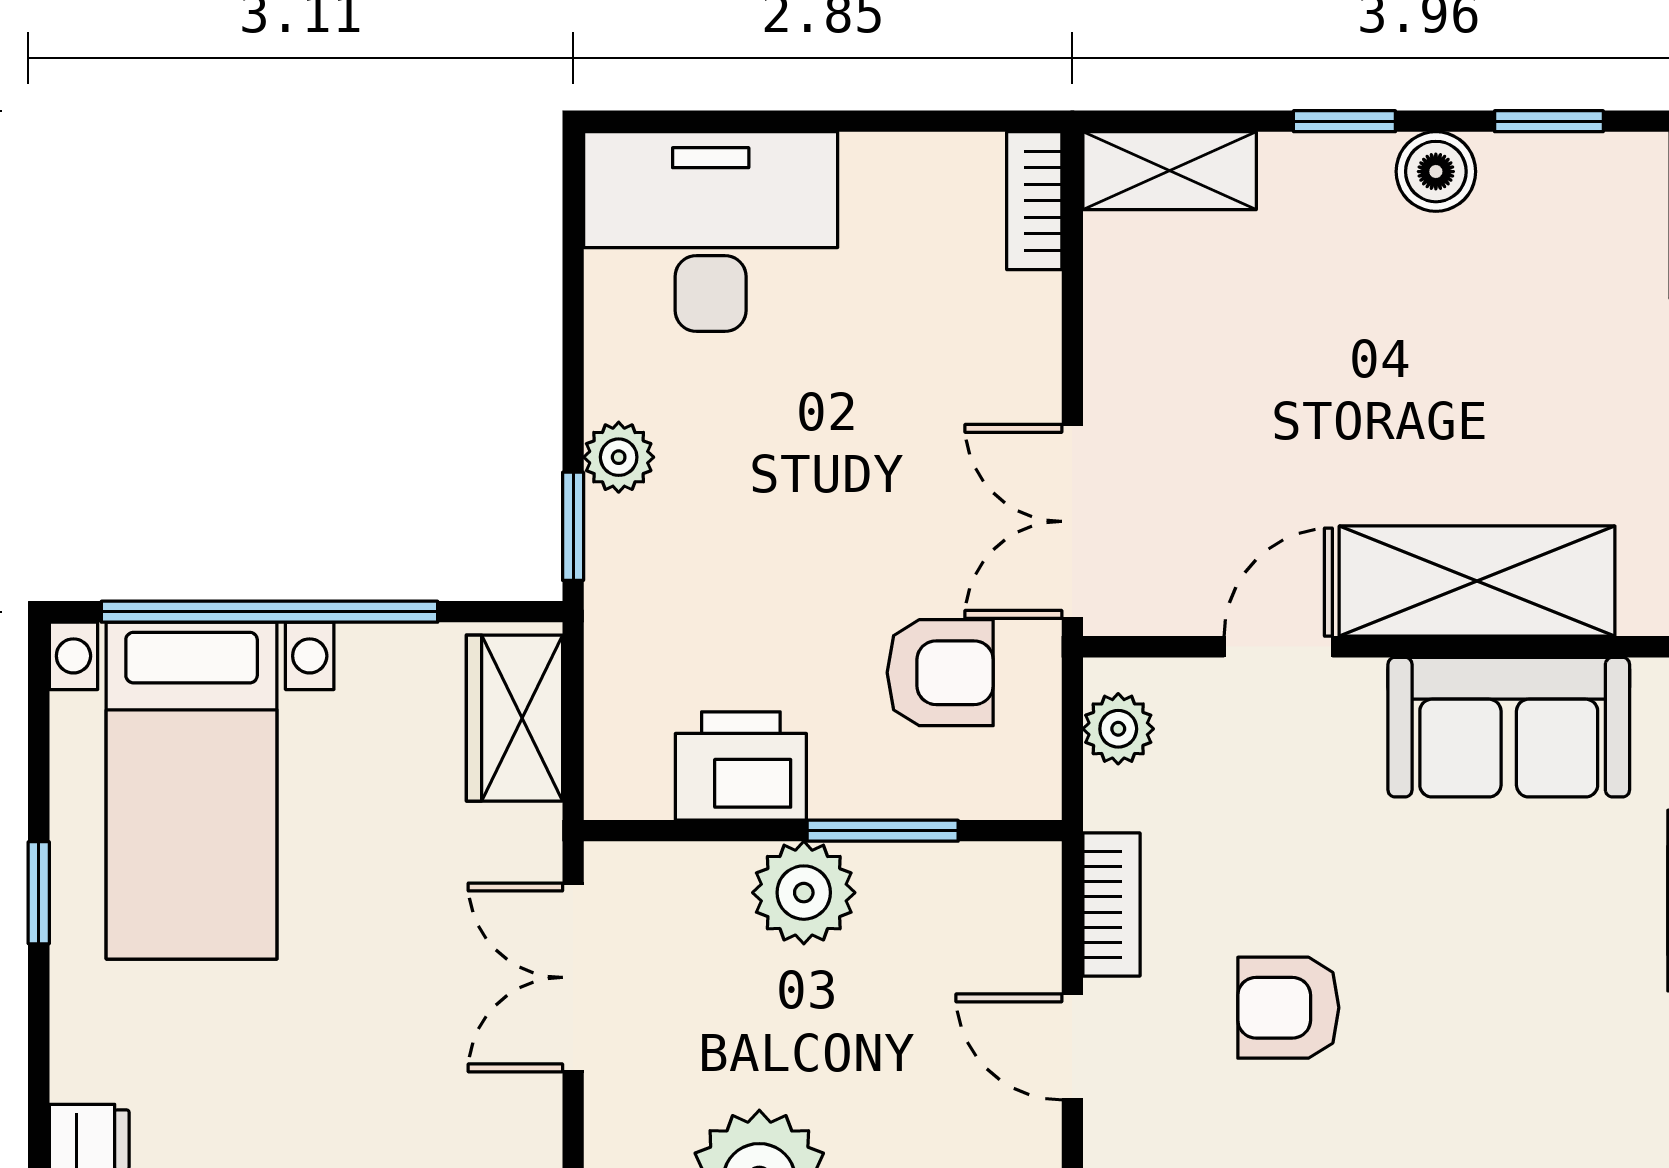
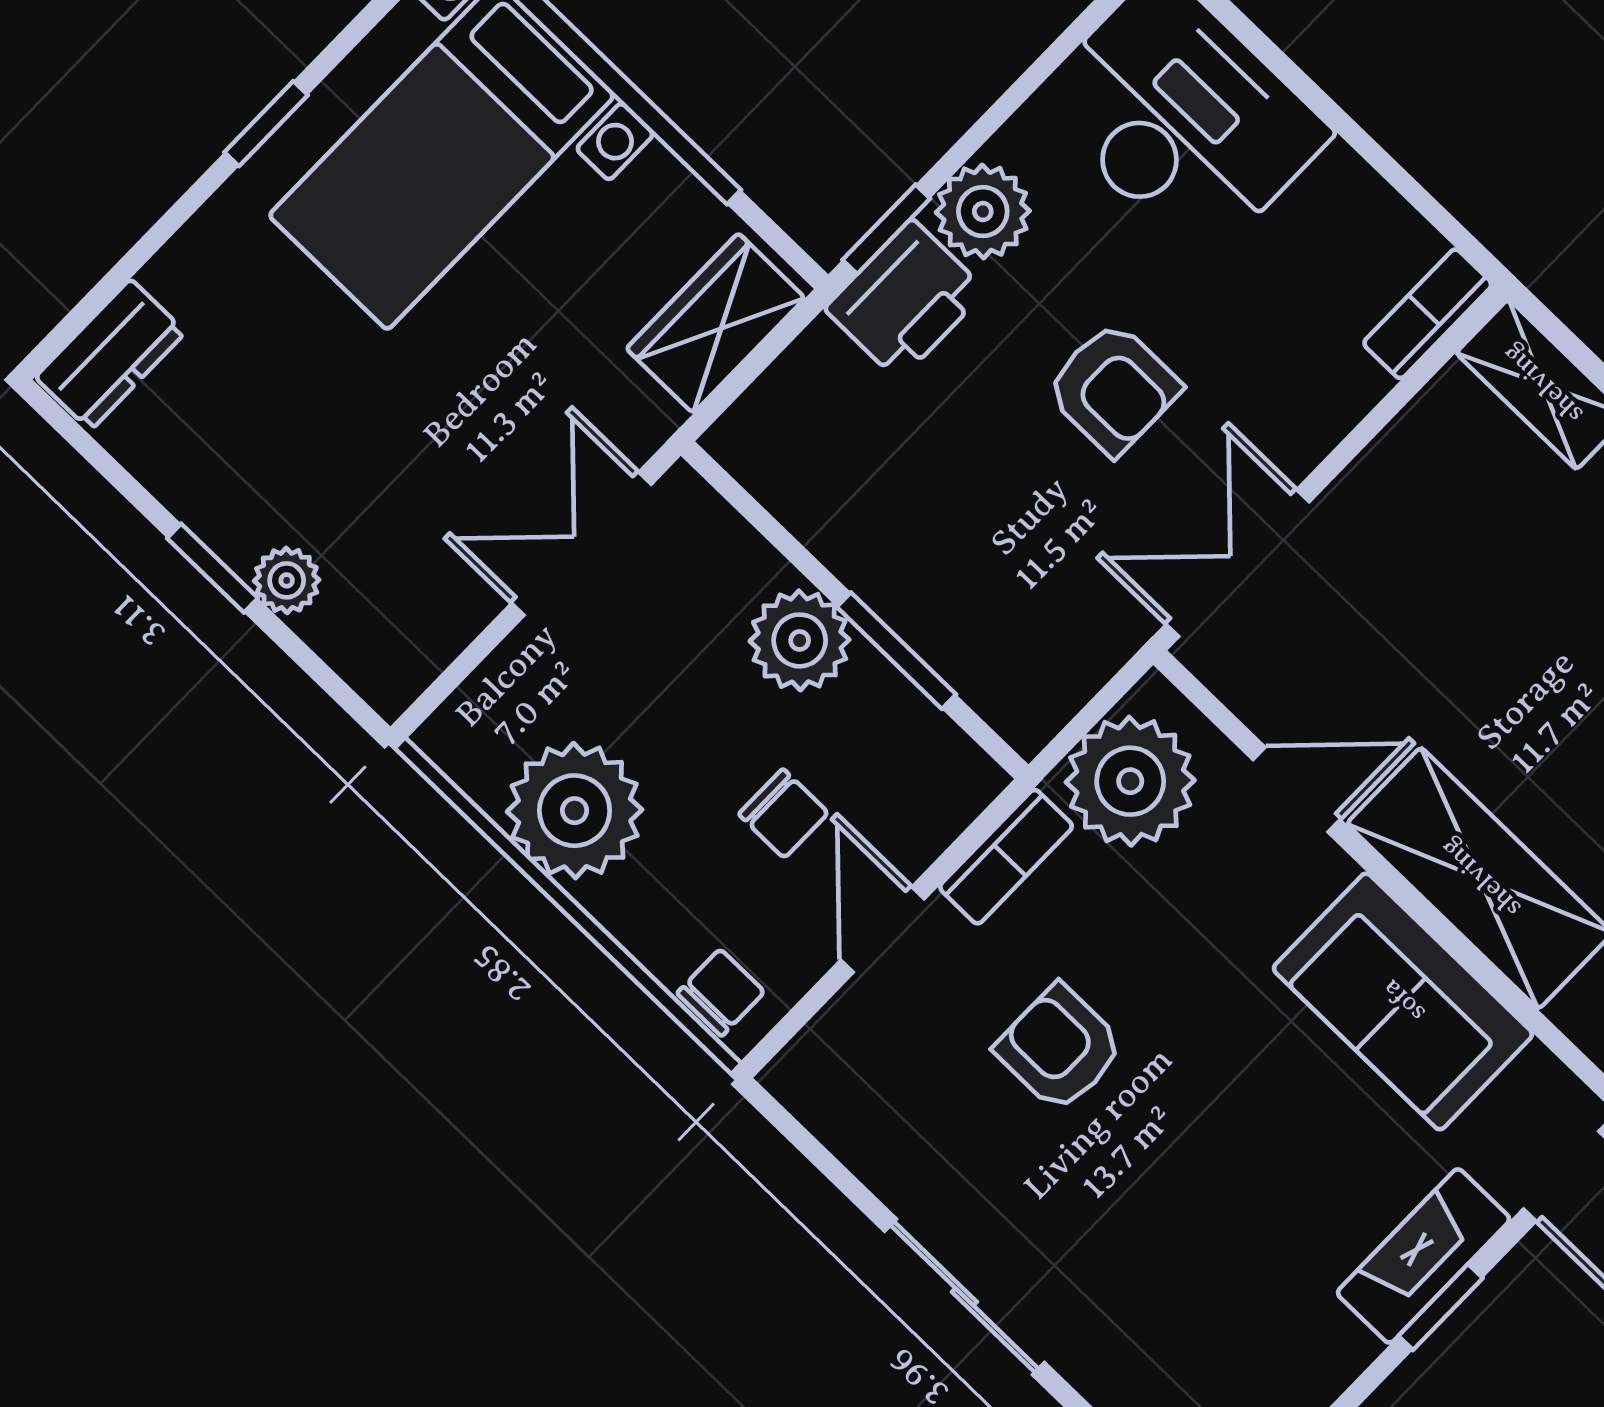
plant: (619, 457) -> (983, 212), width x1.38, depth x1.38
armchair: (940, 673) -> (1113, 388), moved
plant: (1118, 729) -> (1130, 781), width x1.87, depth x1.87
printer: (741, 766) -> (905, 300), moved, turned 90
chair: (916, 1032) -> (784, 813), added

